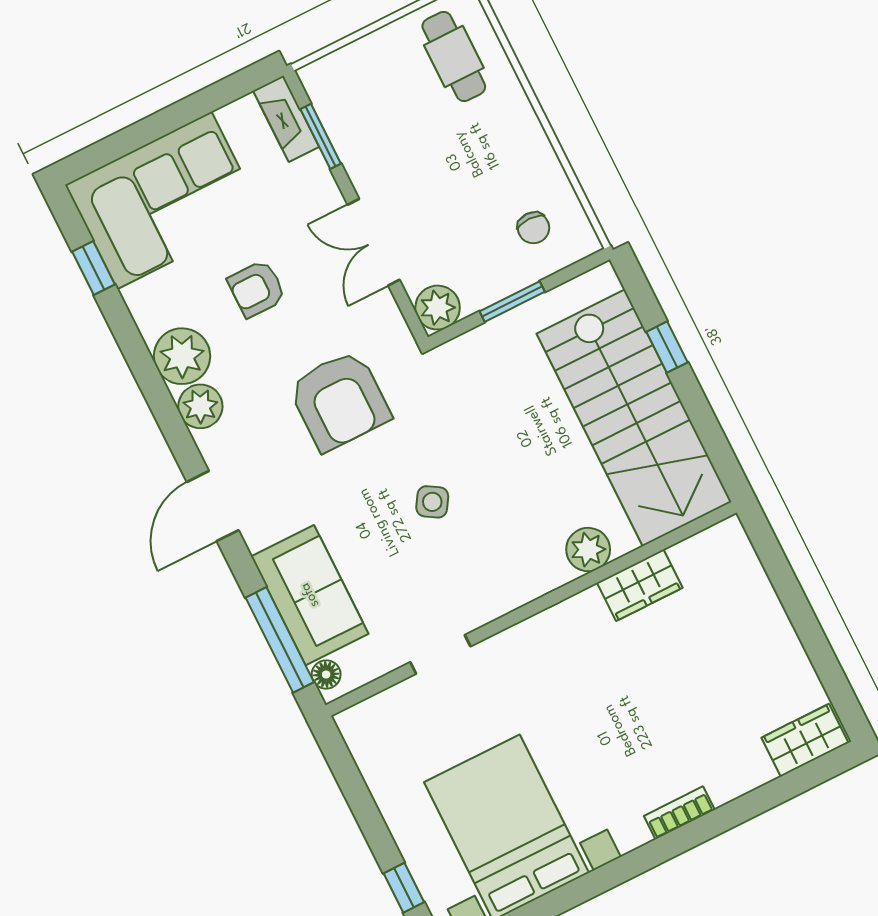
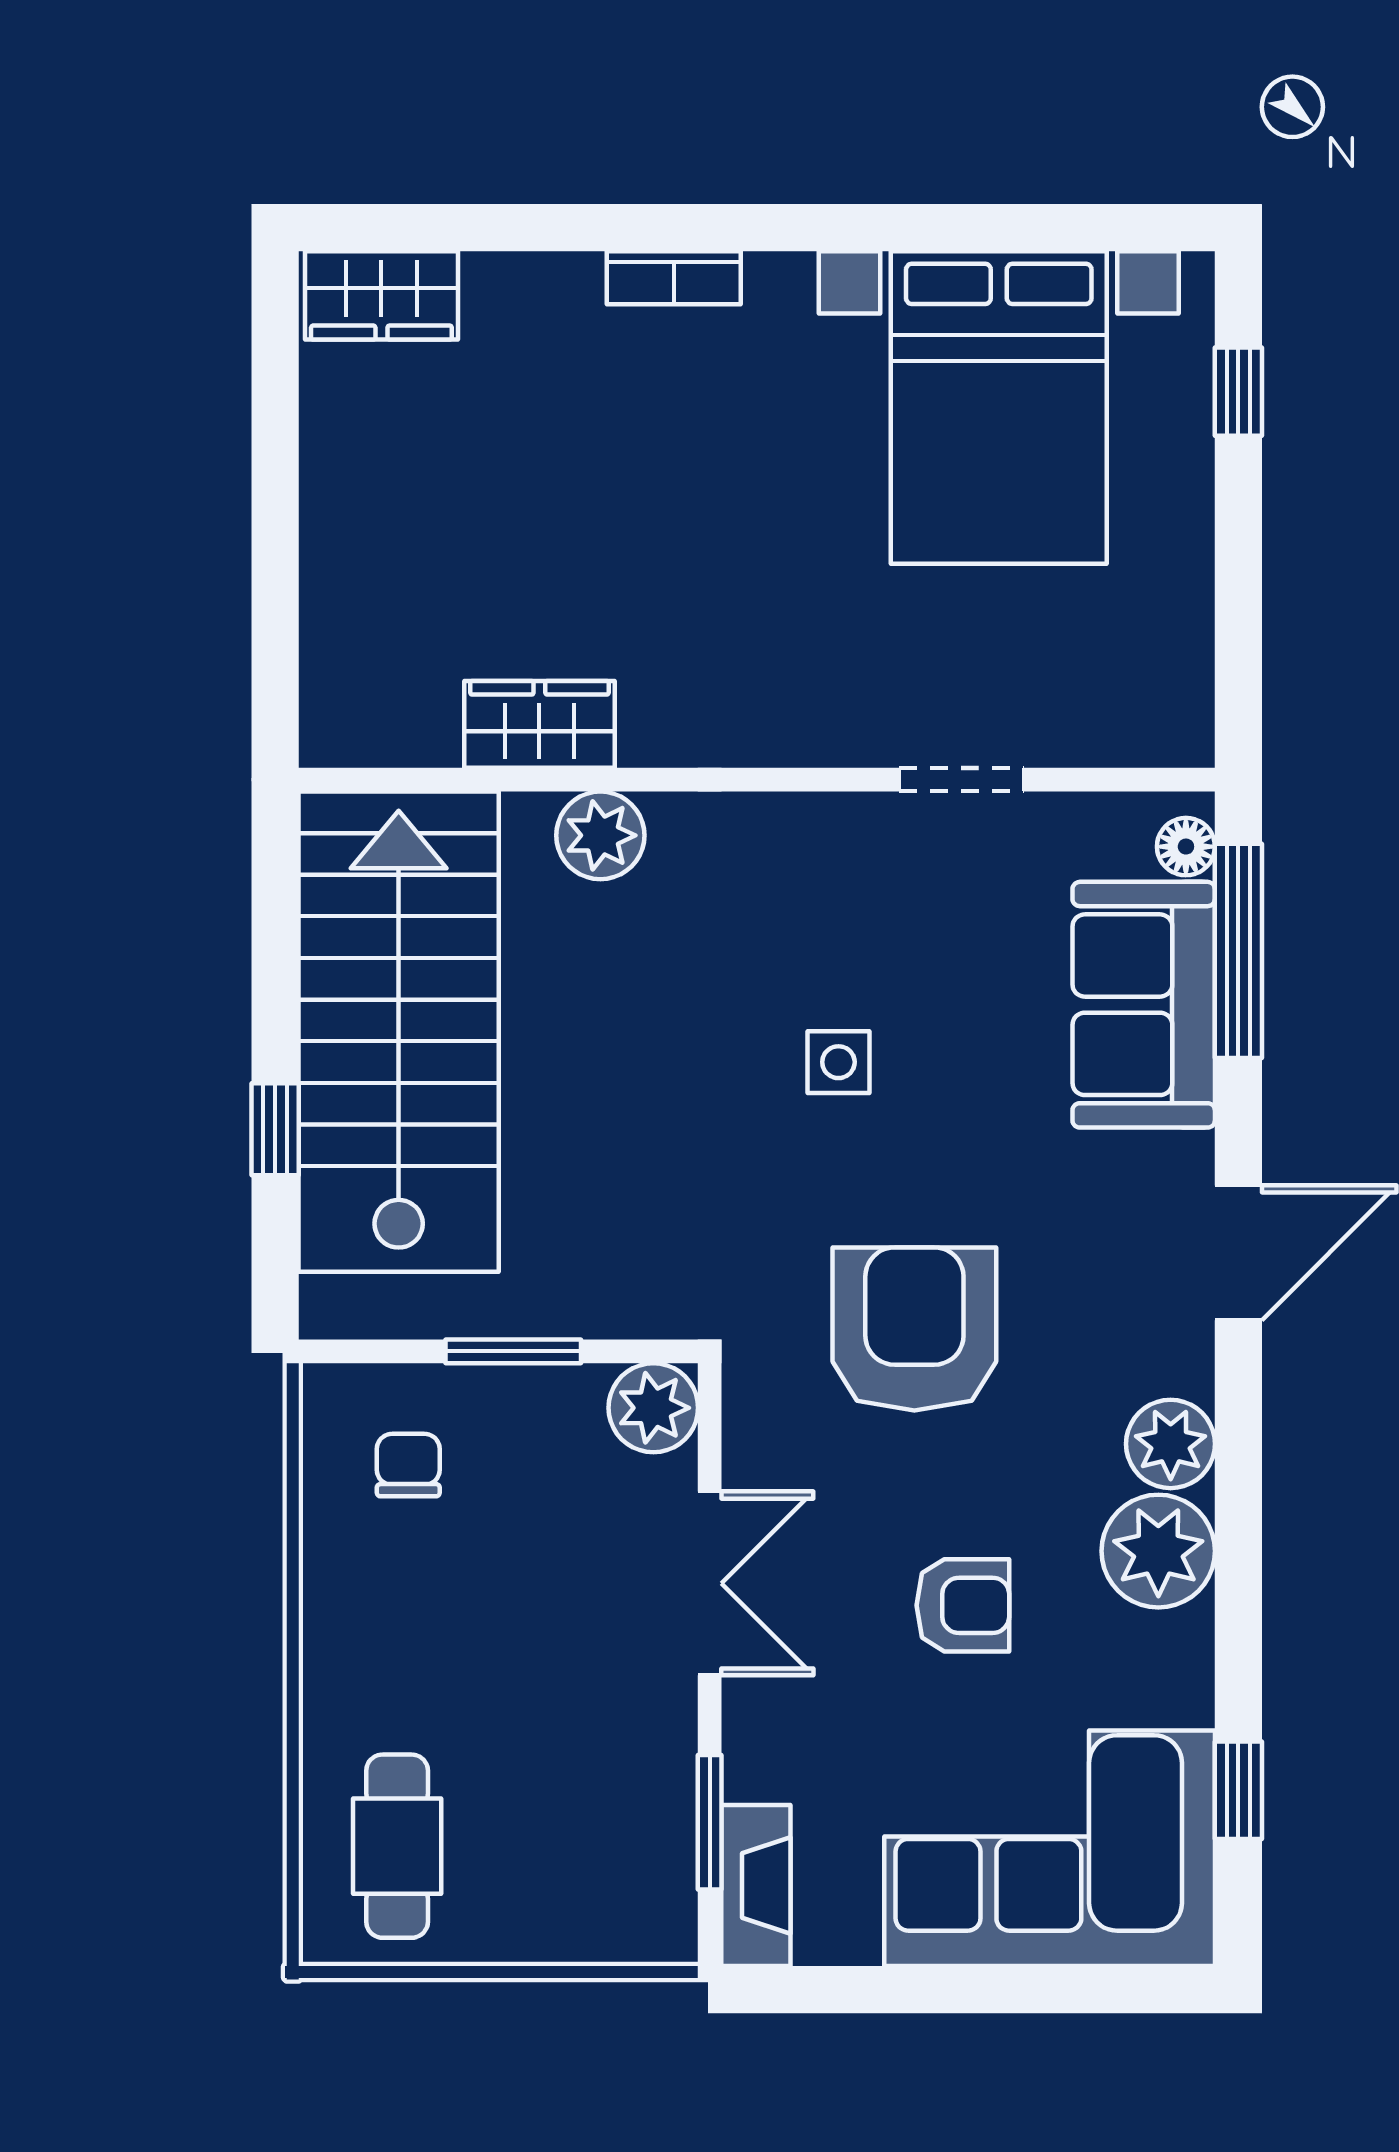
side table: (432, 502) -> (838, 1062), turned -32

